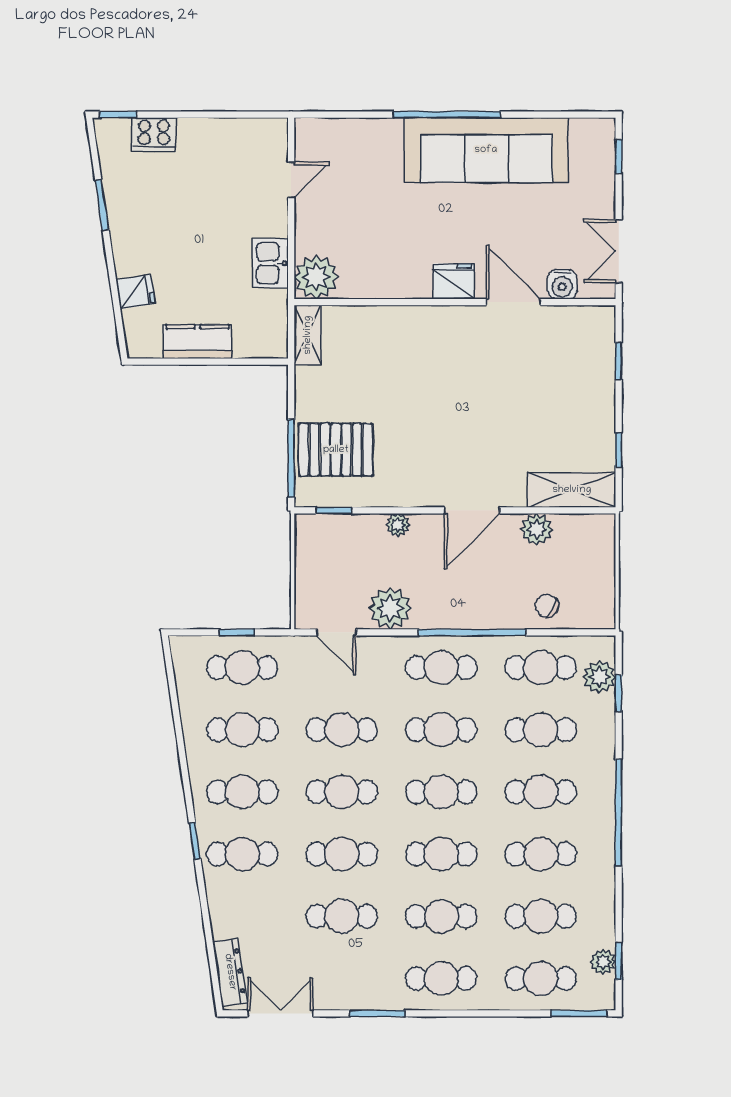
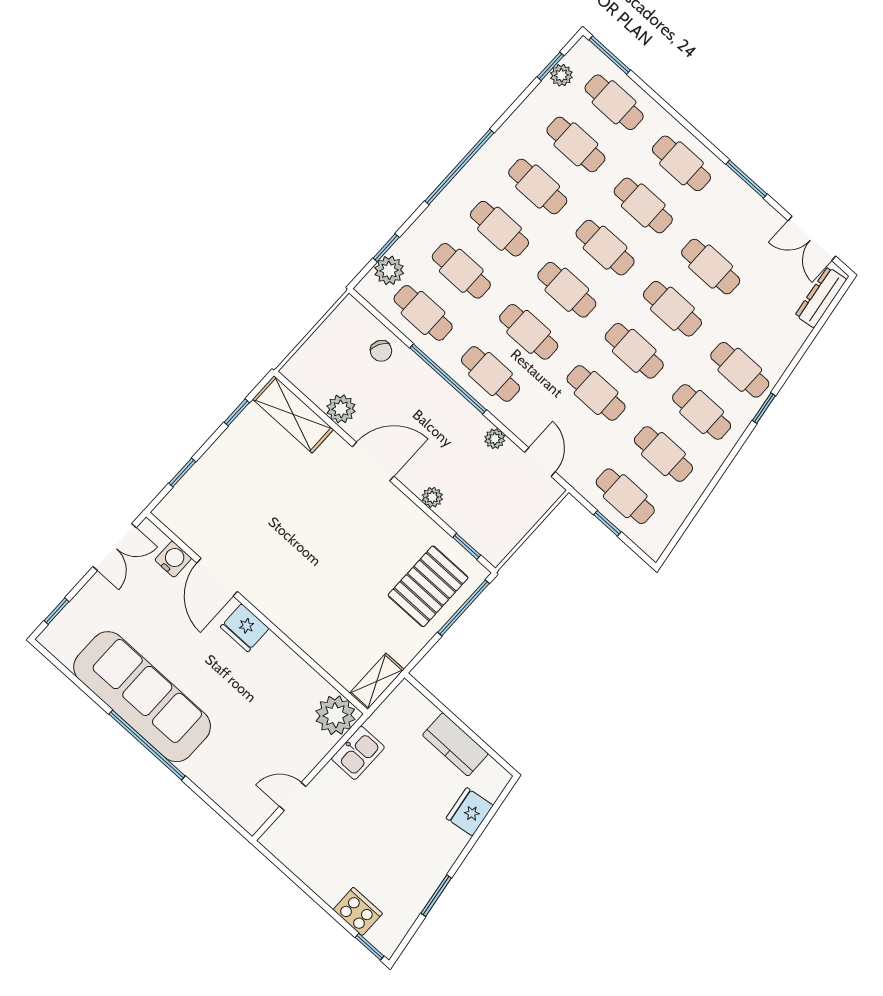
fridge: (136, 292) -> (470, 812), width x1.38
pallet: (336, 450) -> (428, 586), turned 90
plant: (390, 608) -> (495, 439), width x0.53, depth x0.53

